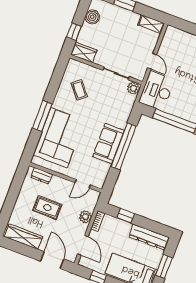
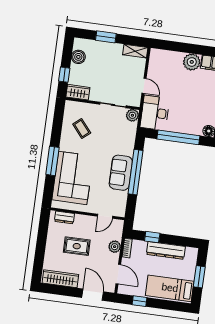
dresser: (149, 237) -> (166, 250), moved

